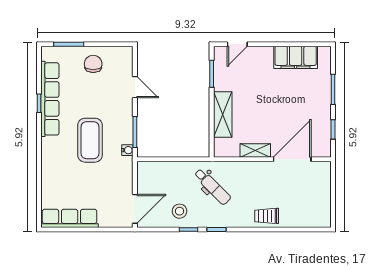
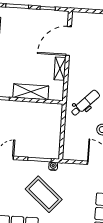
coffee table: (90, 140) -> (44, 194), turned 41
door: (292, 159) -> (68, 41), hinge flipped

